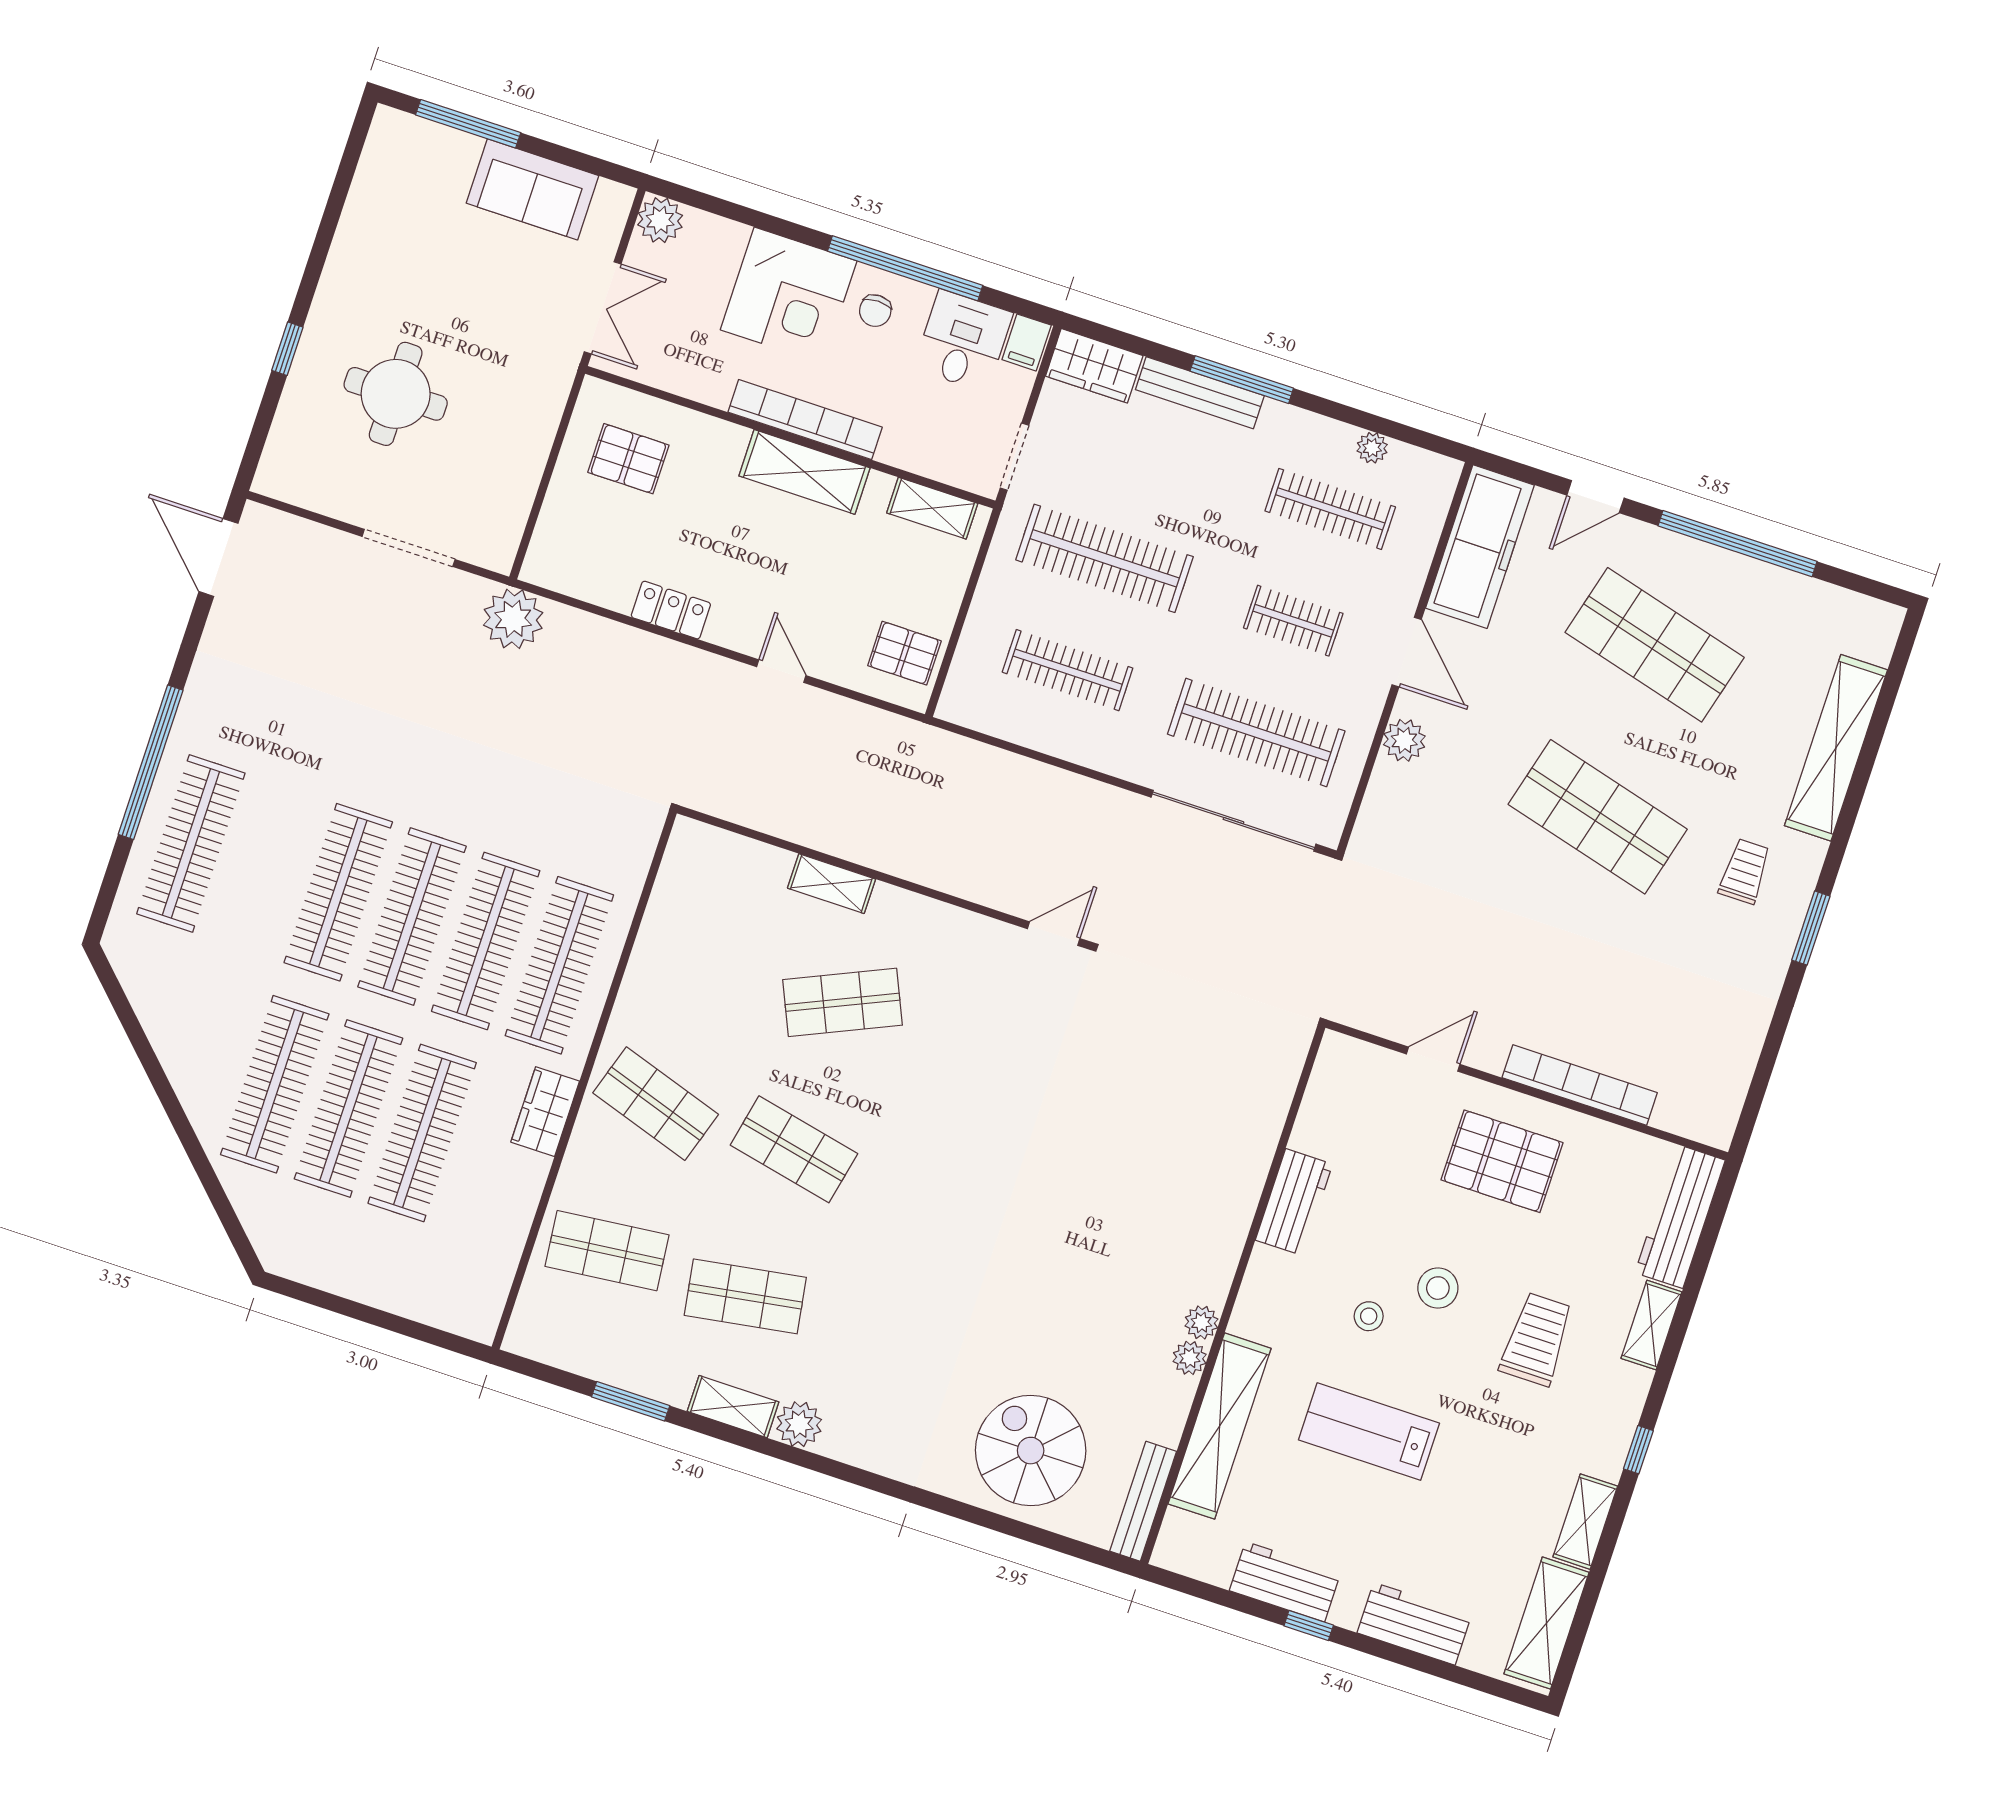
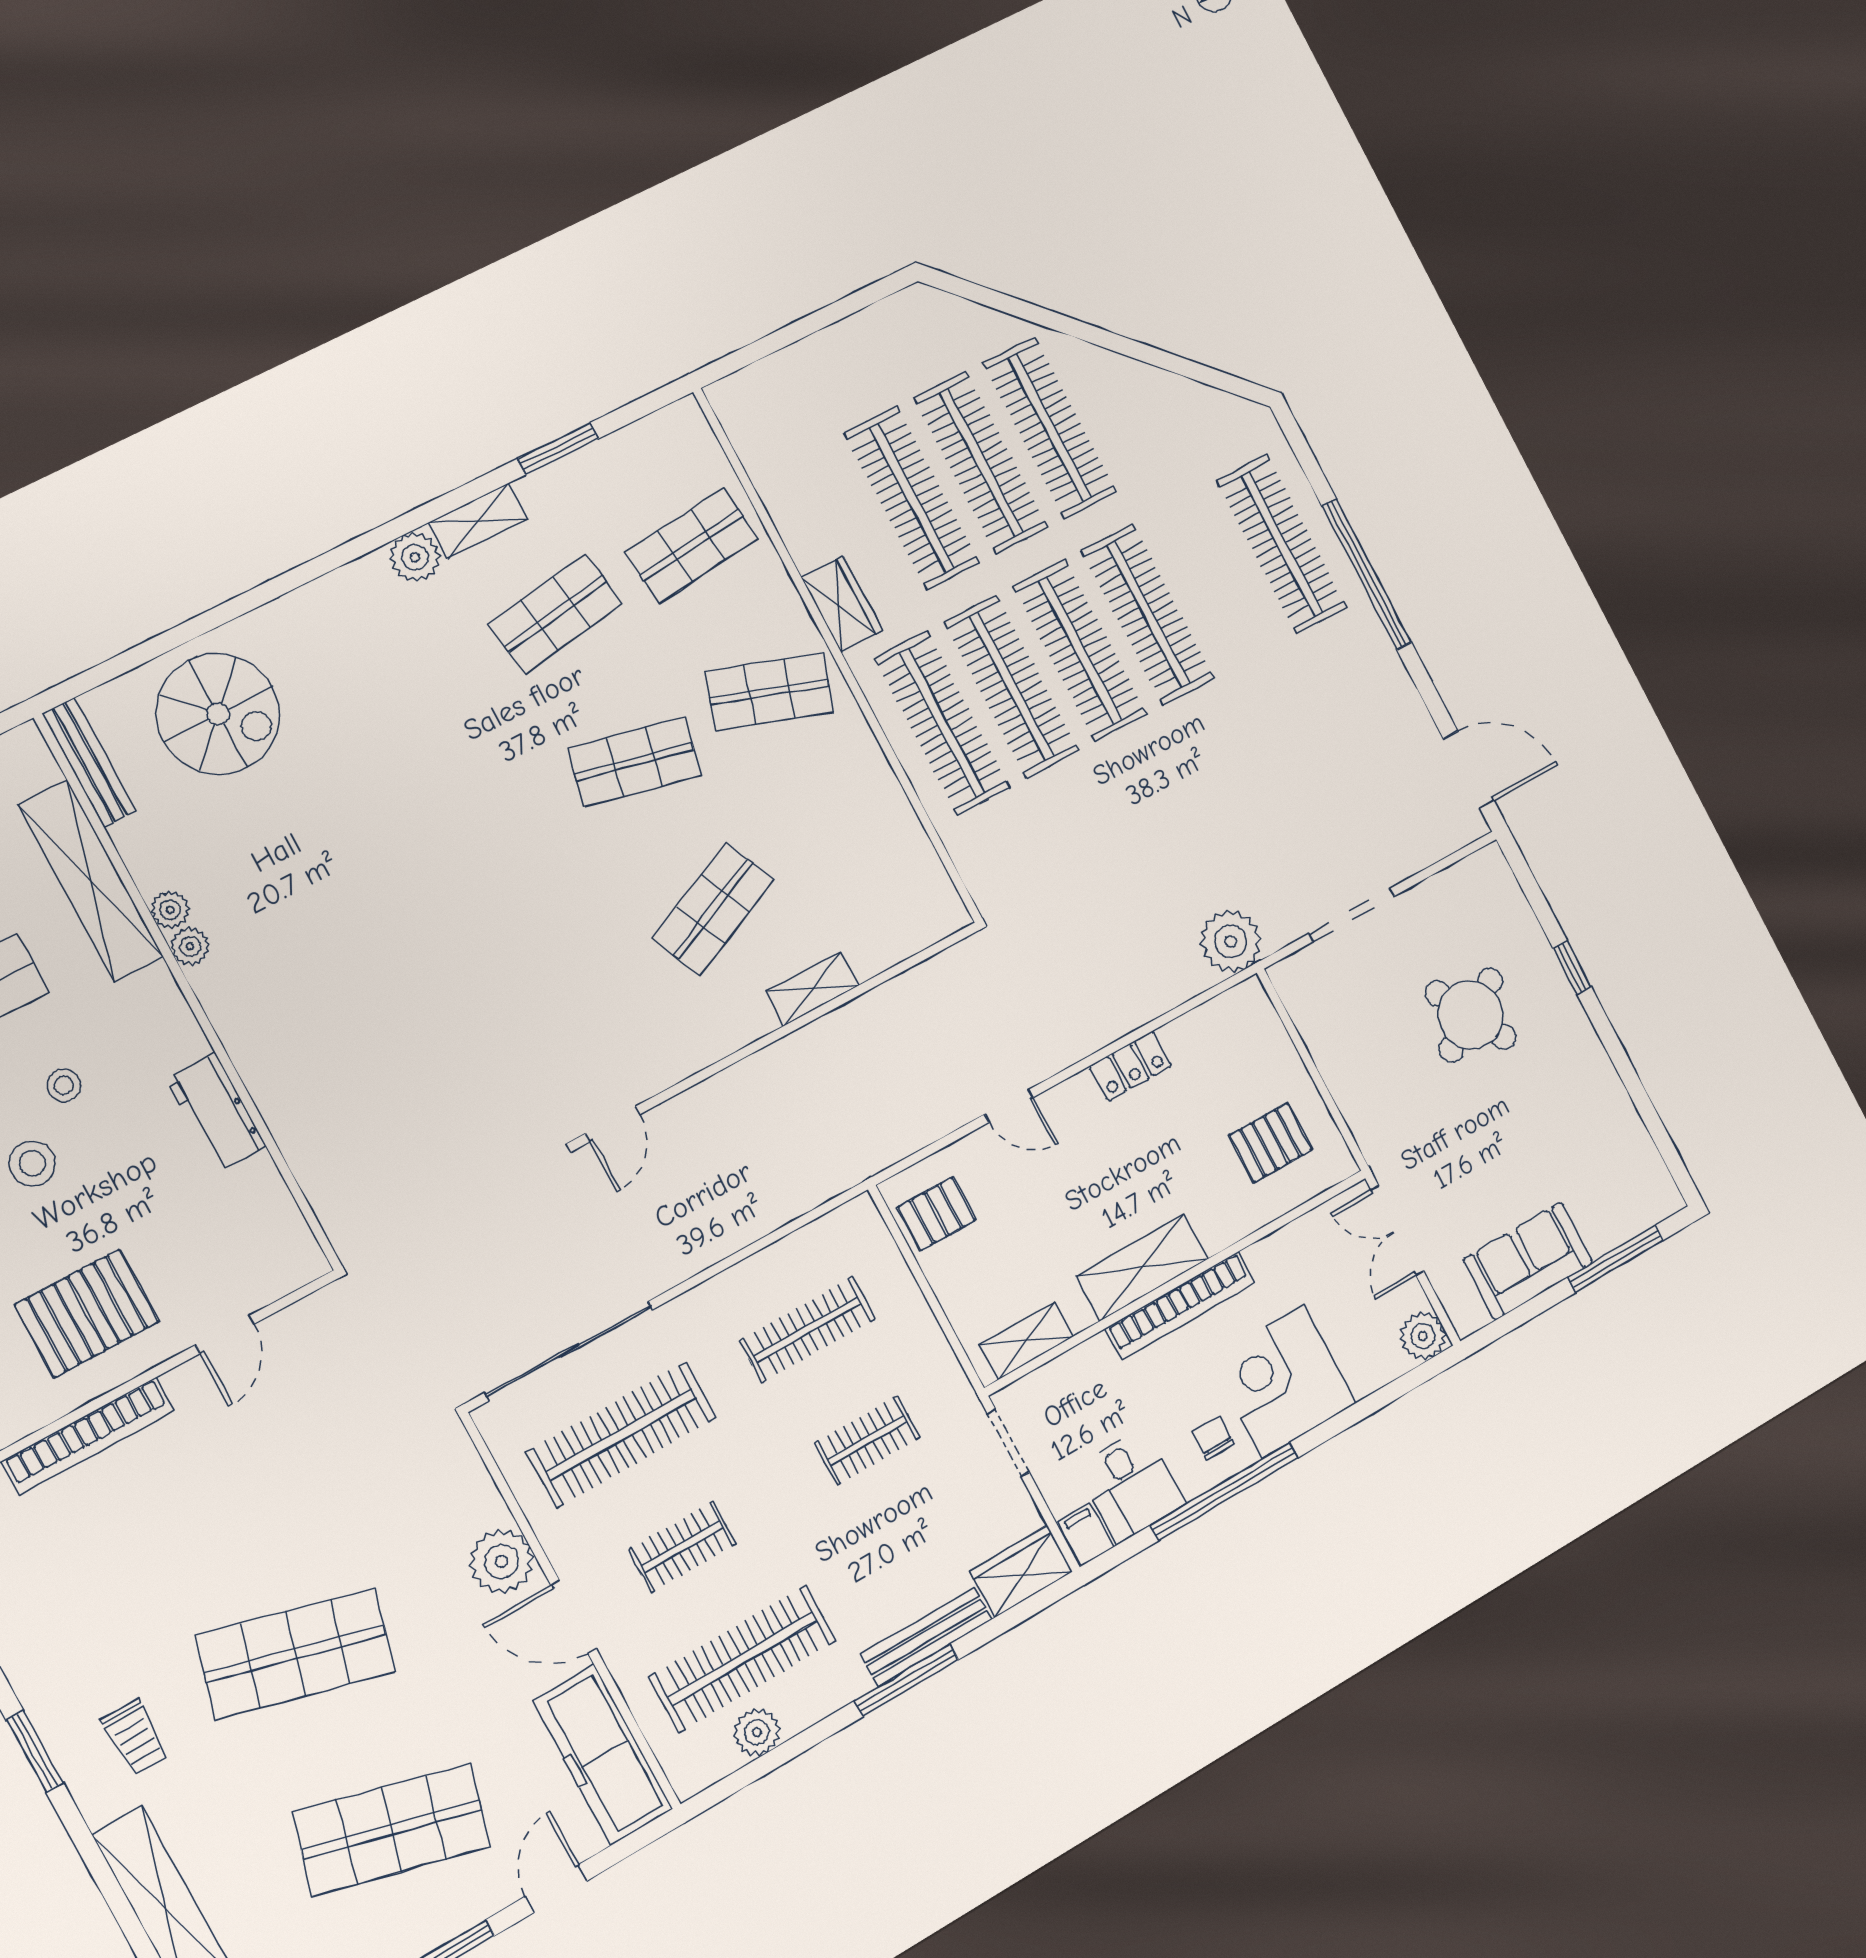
round table: (396, 394) -> (1471, 1015), turned -30
plant: (1372, 448) -> (757, 1732), width x1.38, depth x1.38
clothes rail: (1330, 509) -> (743, 1659), width x1.37, depth x1.31
clothes rail: (1105, 558) -> (867, 1441), width x0.54, depth x0.76
plant: (1404, 740) -> (502, 1561), width x1.36, depth x1.36

